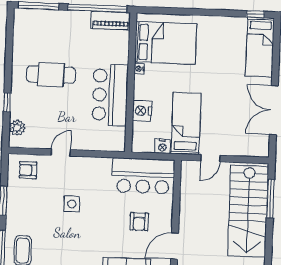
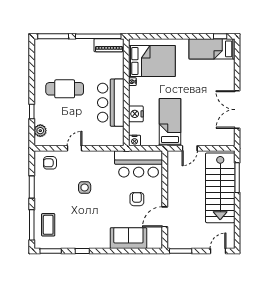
bed: (260, 47) -> (212, 49), moved, turned 90
nightstand: (162, 146) -> (135, 140), moved
armchair: (139, 222) -> (137, 199), turned 180

